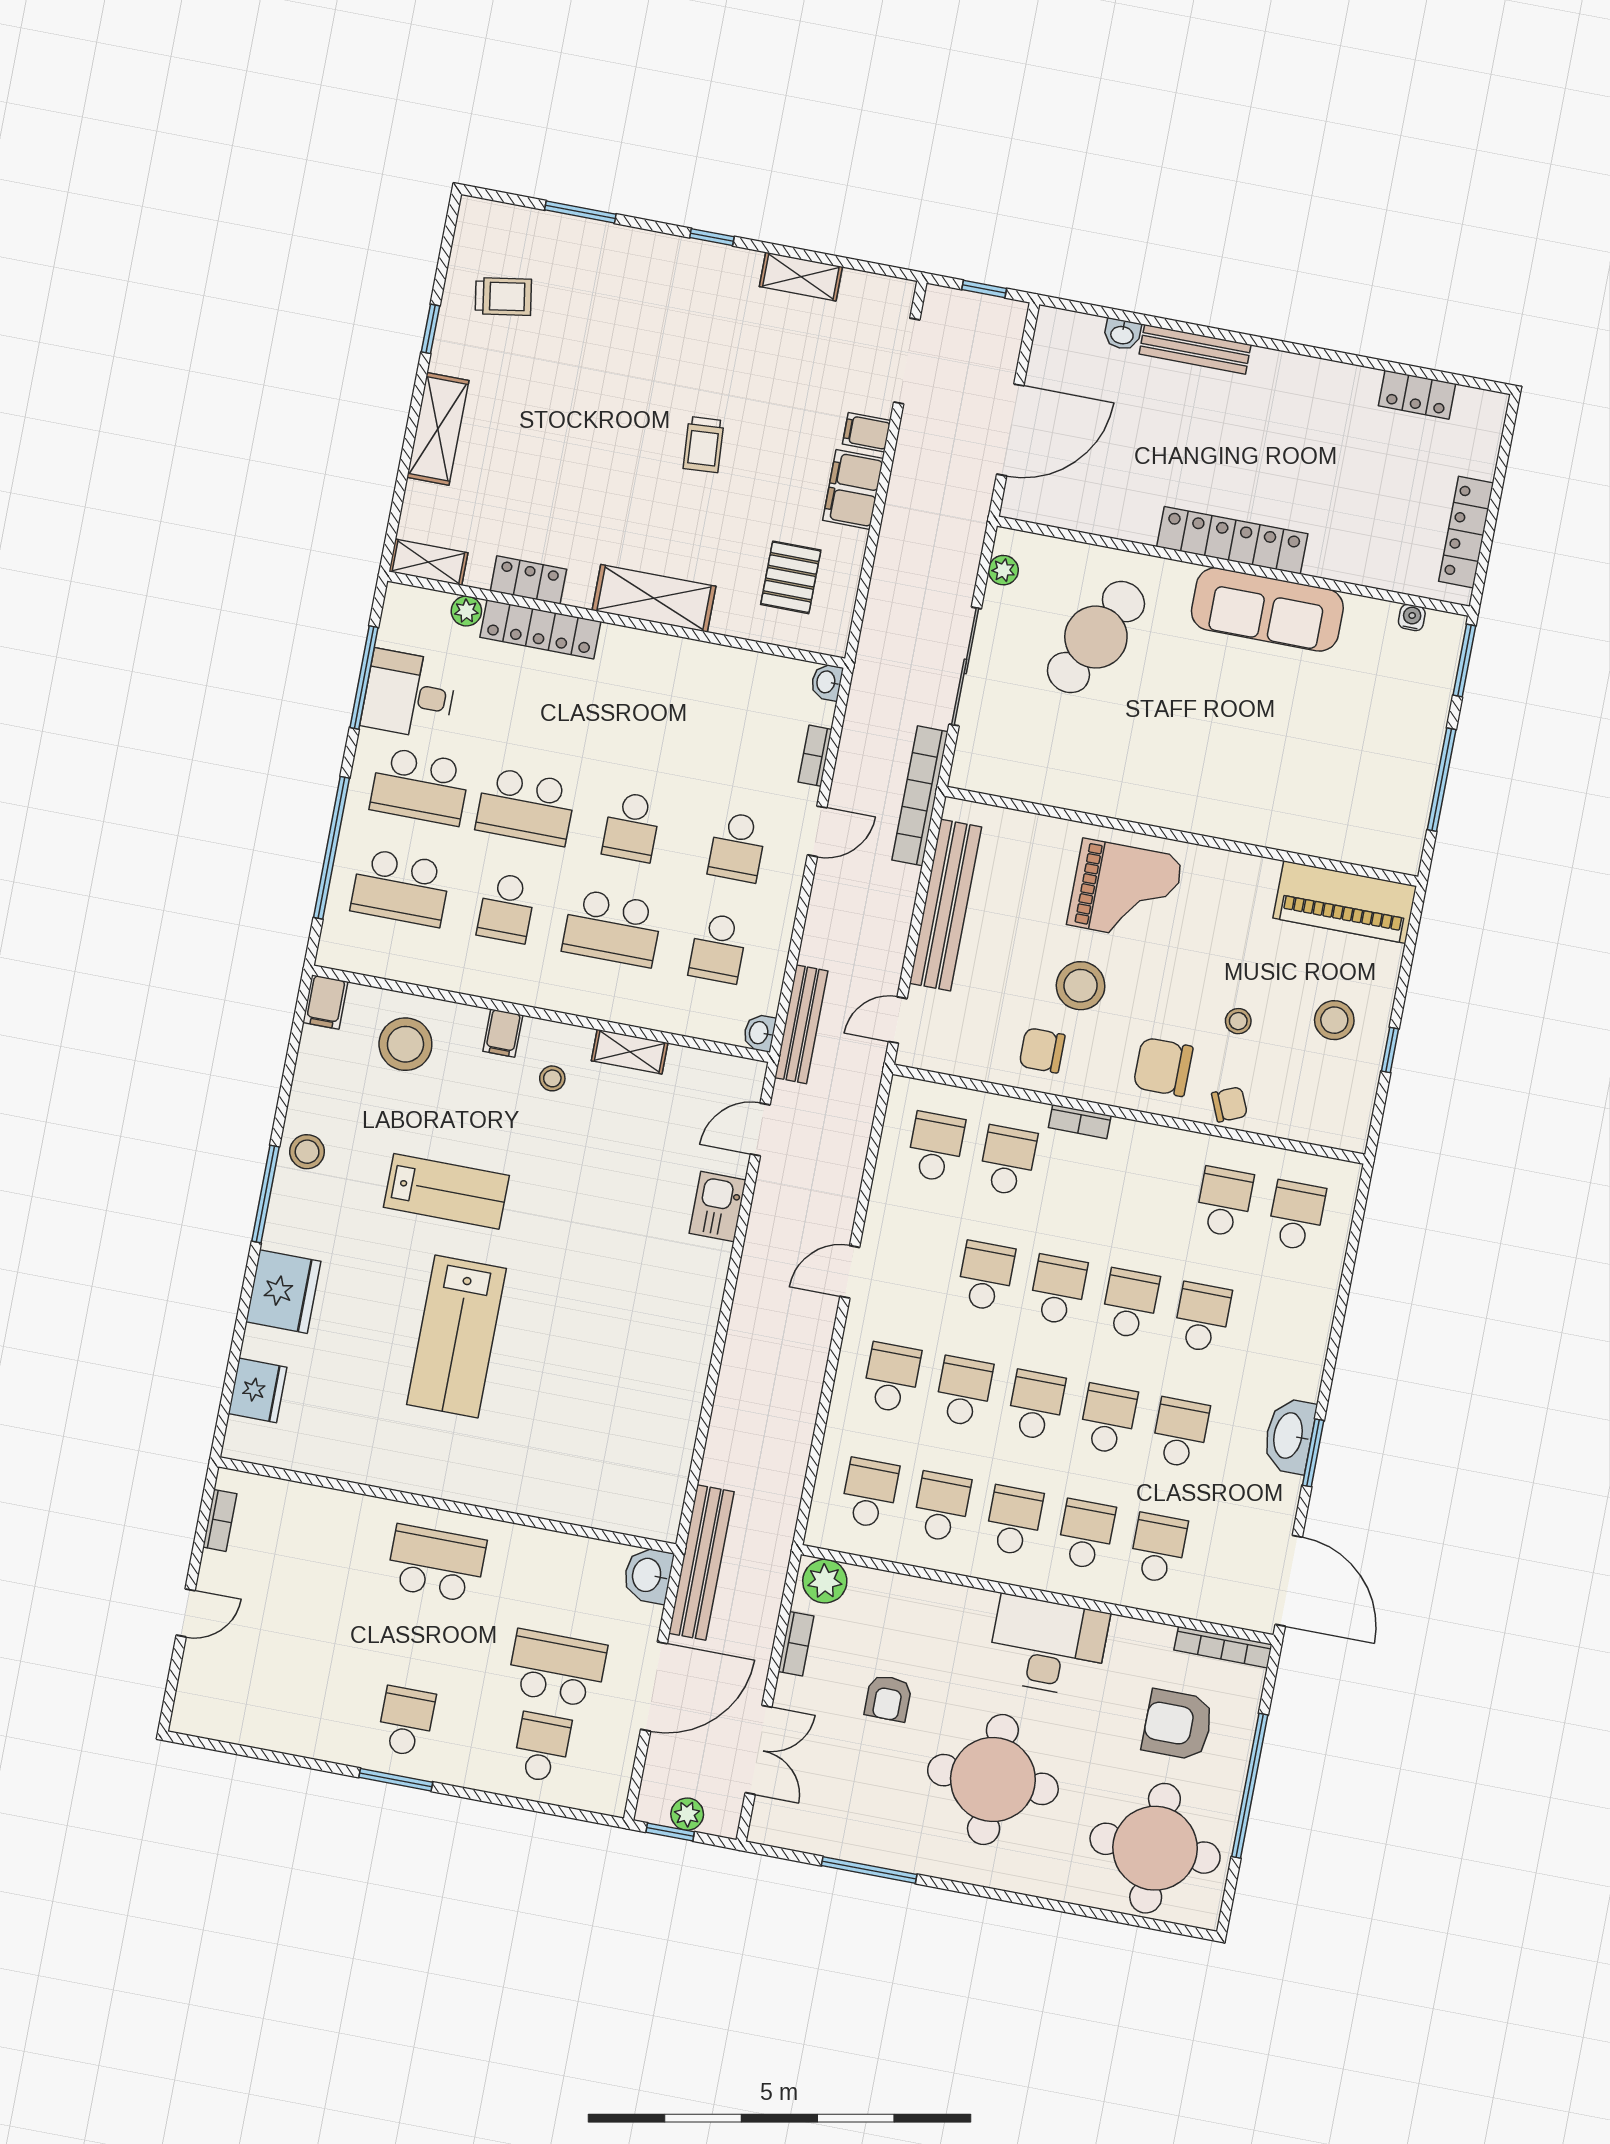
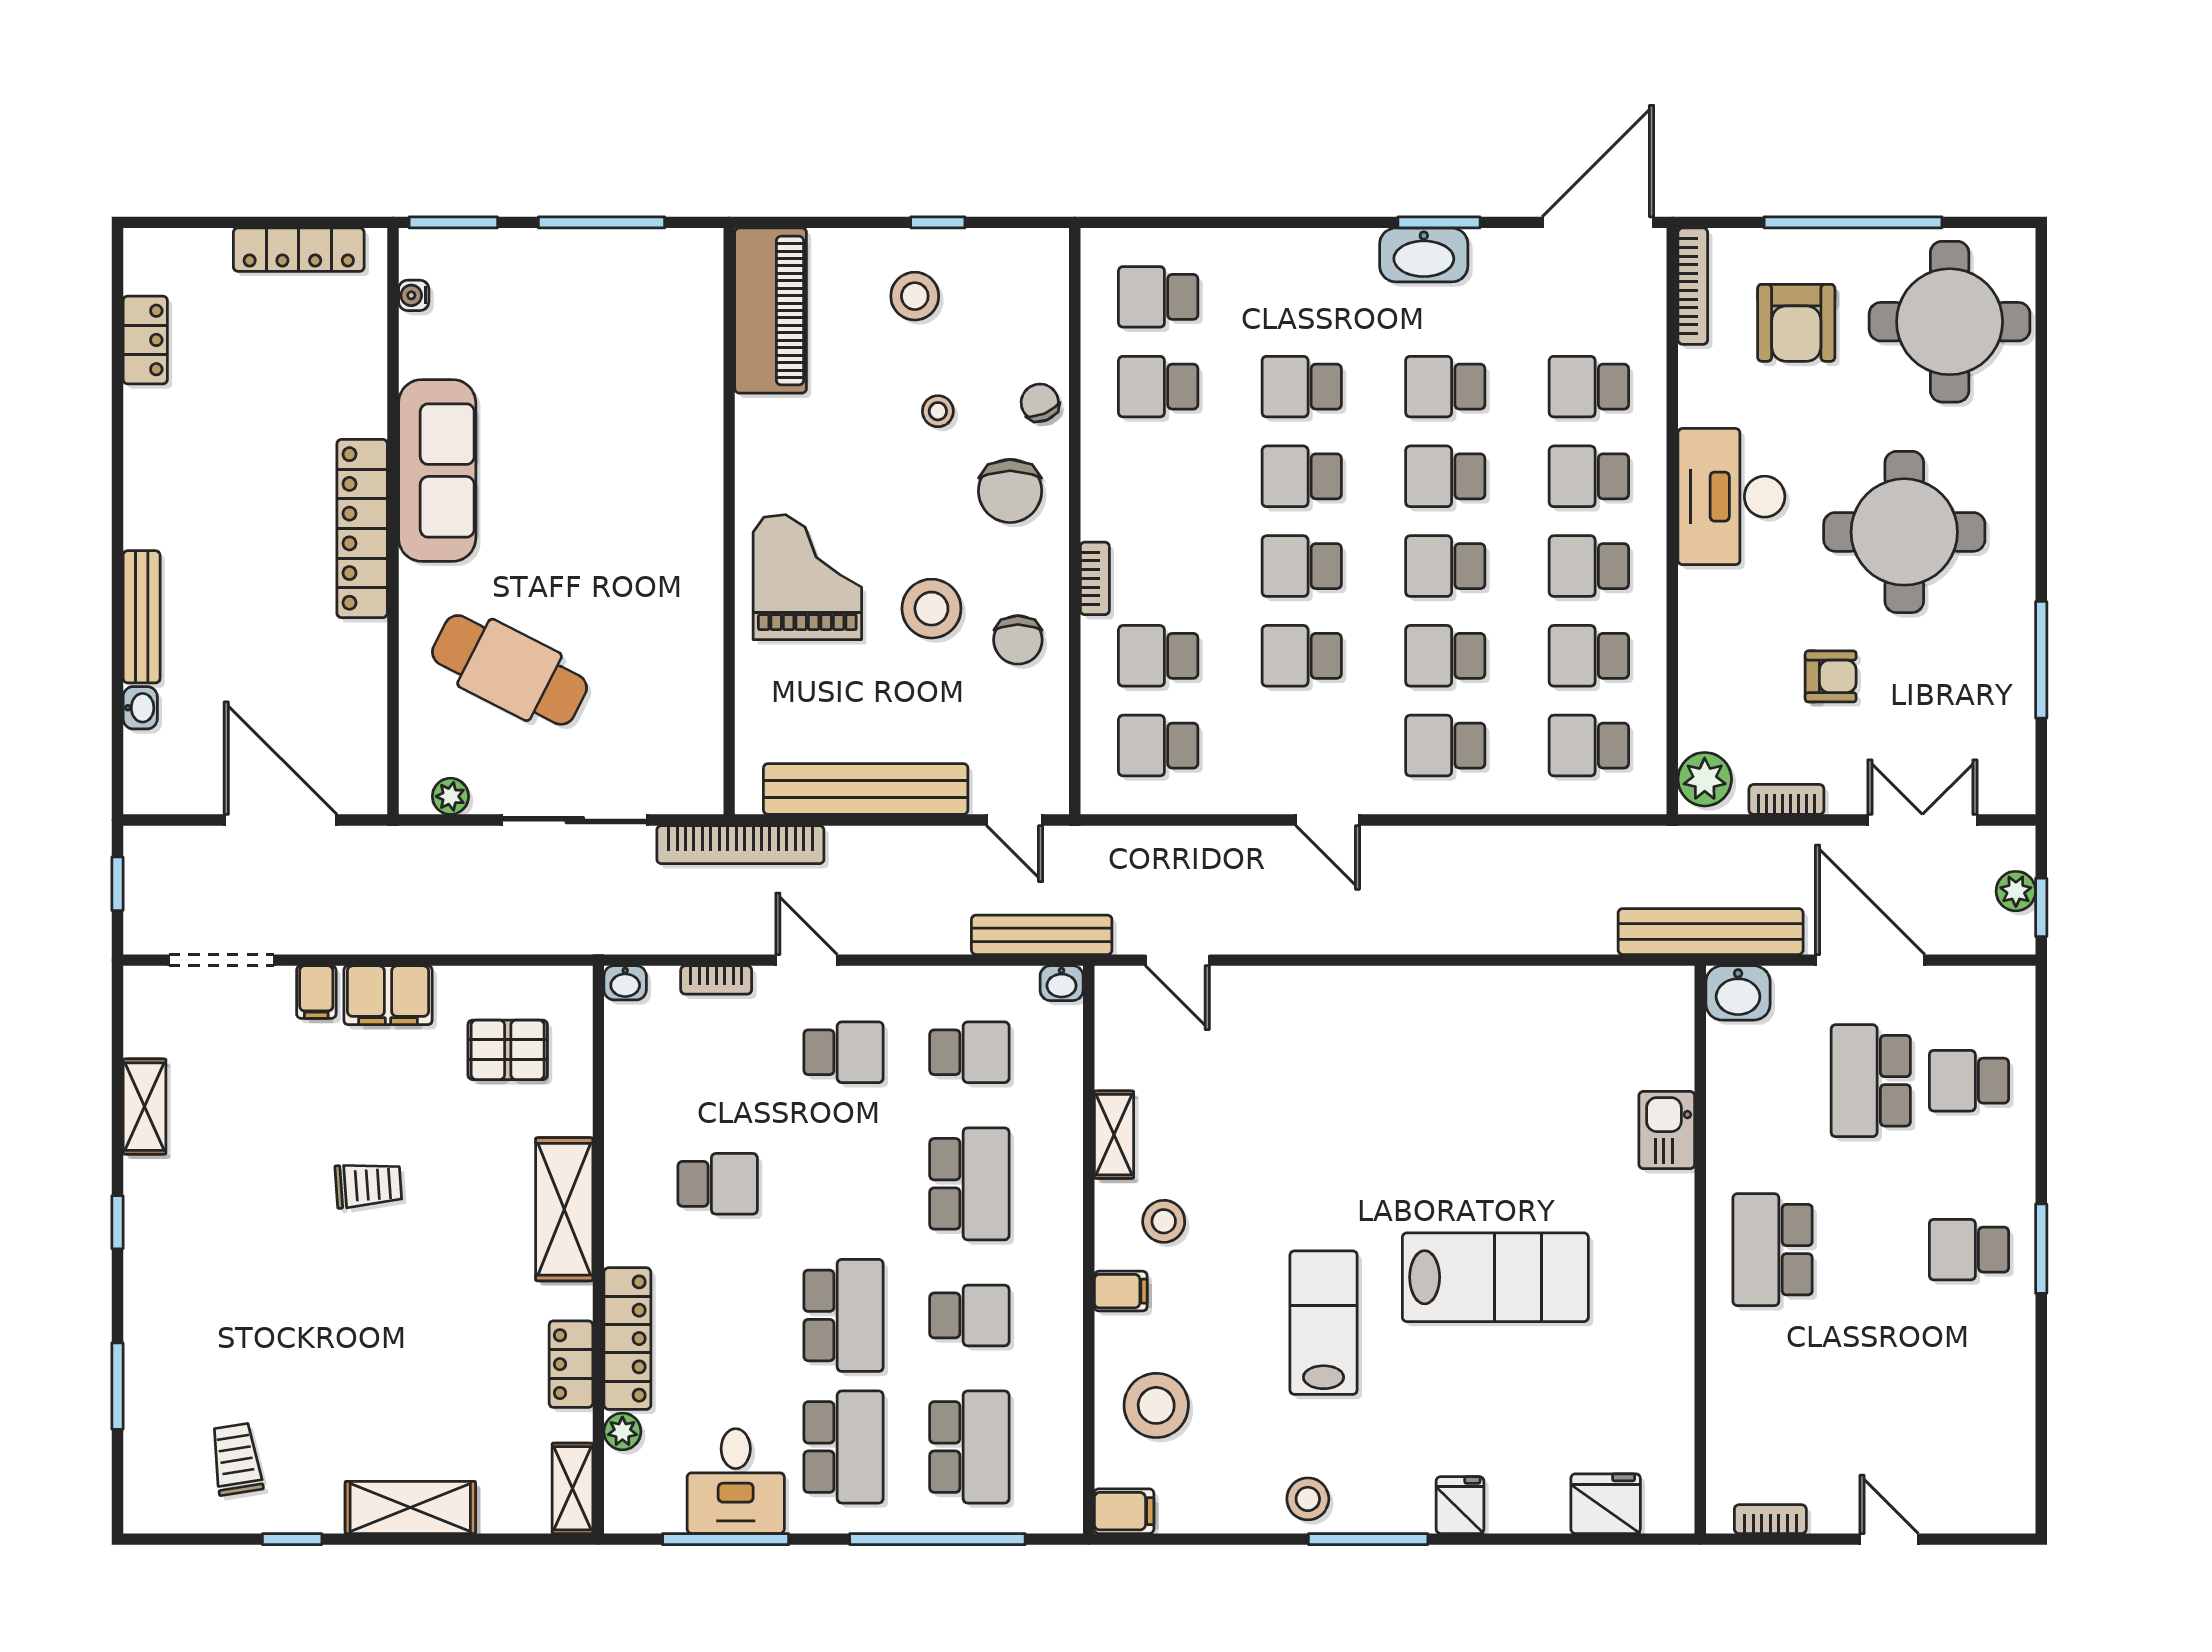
school desk: (632, 827) -> (718, 1184), moved
stool: (552, 1078) -> (1164, 1221), width x1.37, depth x1.37
kitchen sink: (718, 1207) -> (1667, 1130), moved, turned 90
fridge: (283, 1292) -> (1460, 1505), width x0.53, depth x0.75

